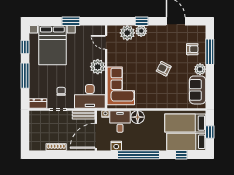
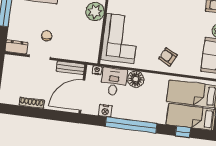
armchair: (164, 69) -> (168, 57), moved
desk: (90, 96) -> (81, 46), removed

